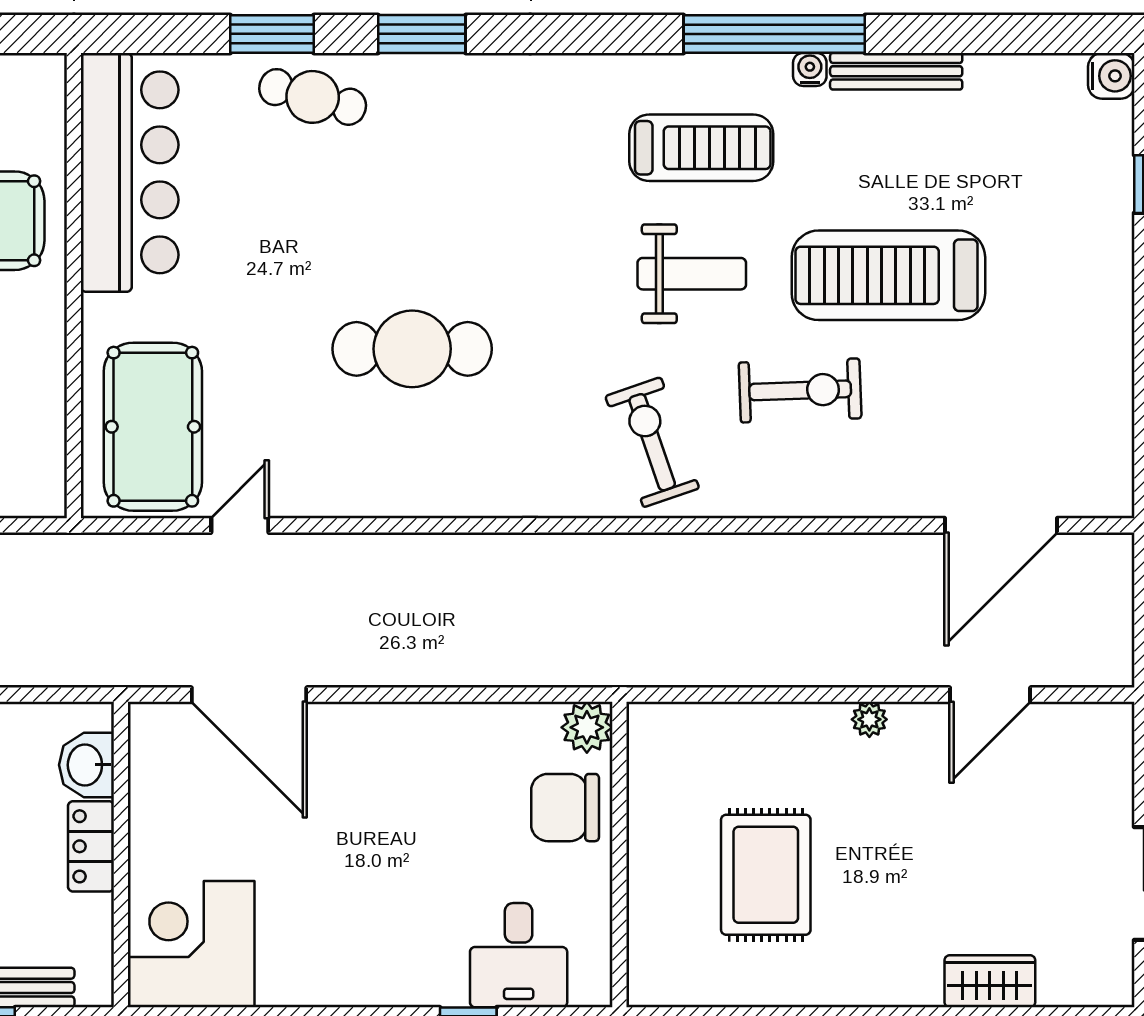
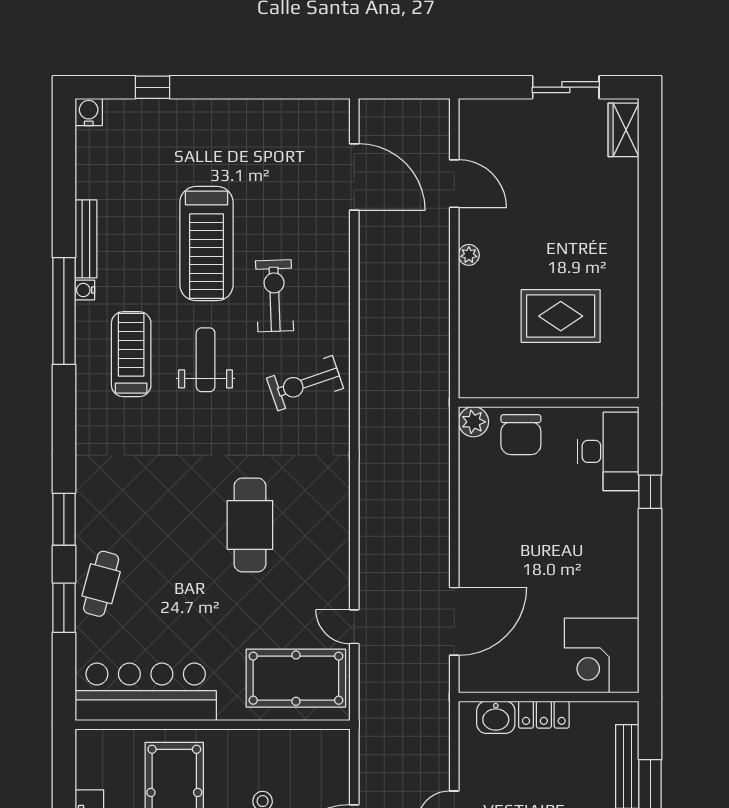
desk: (519, 955) -> (608, 451), width x1.37
wardrobe: (990, 981) -> (624, 130), moved

